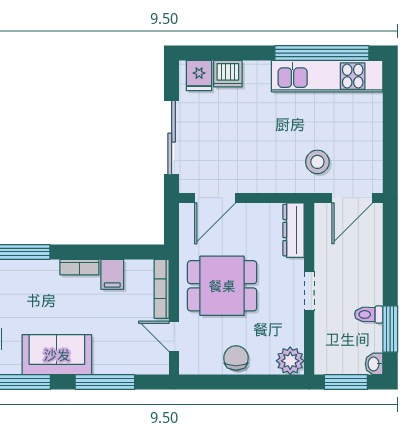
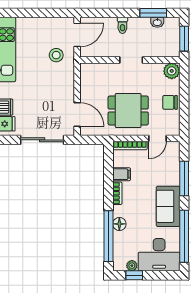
door: (352, 198) -> (77, 35), hinge flipped
dresser: (294, 230) -> (96, 69), removed
floor lamp: (27, 271) -> (119, 224), added
dining table: (222, 286) -> (128, 110), turned 90
toilet: (369, 314) -> (122, 25), moved
washbasin: (374, 364) -> (157, 22), moved

